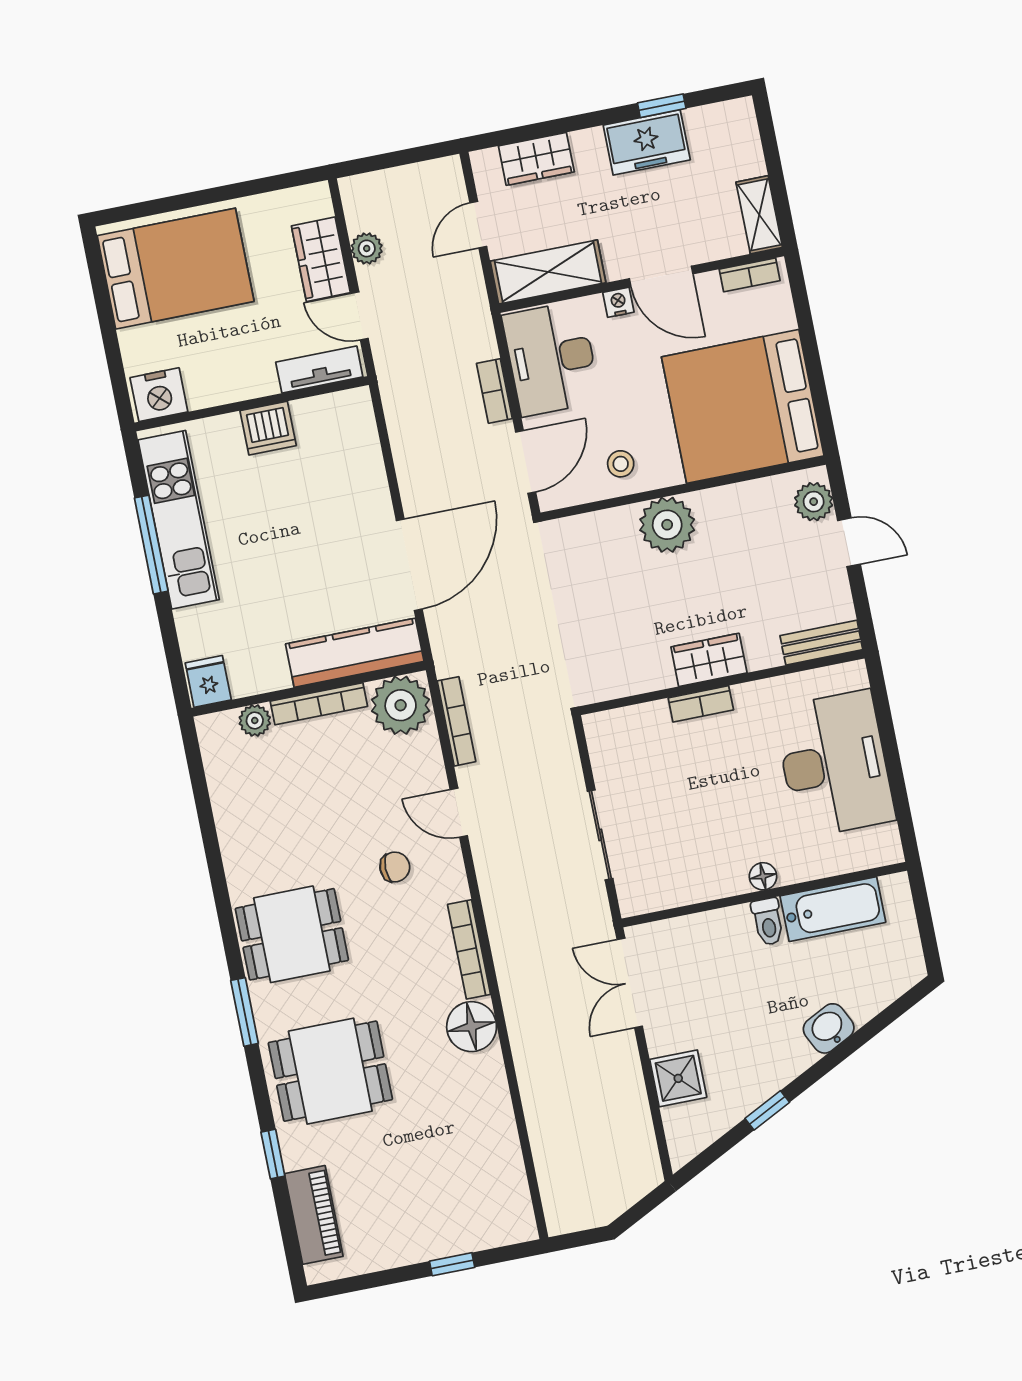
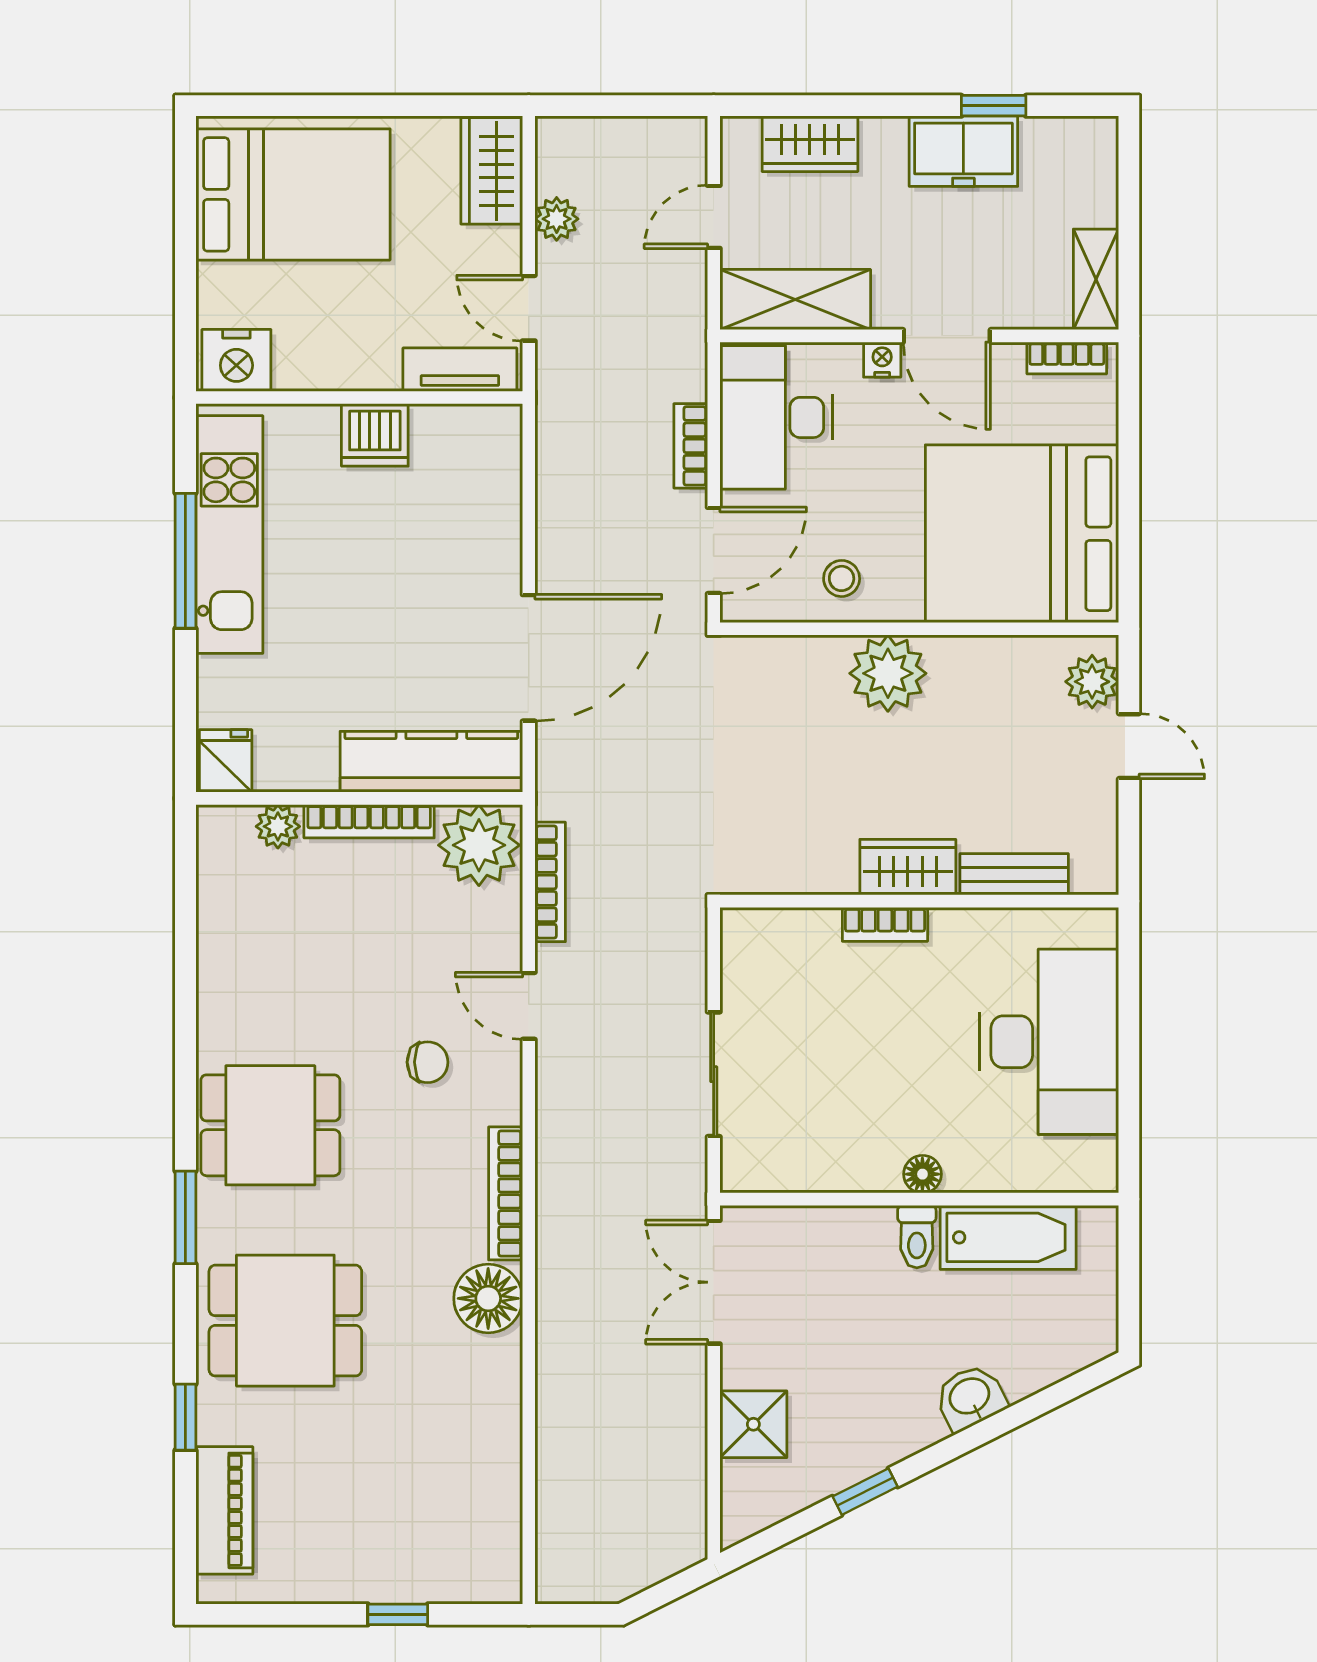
wardrobe: (321, 259) -> (492, 171), moved
bench: (821, 643) -> (1014, 874), moved

